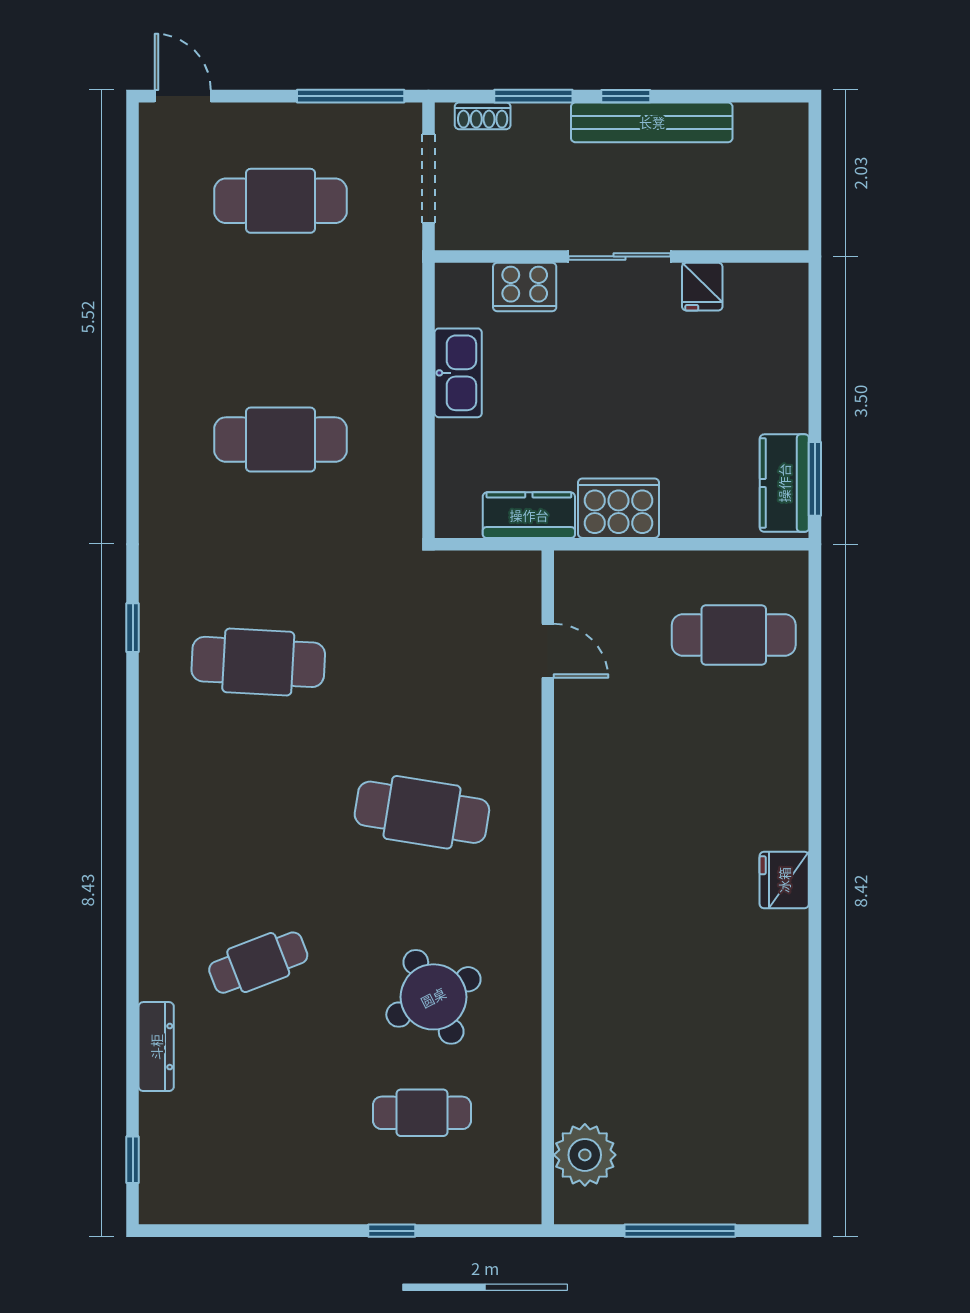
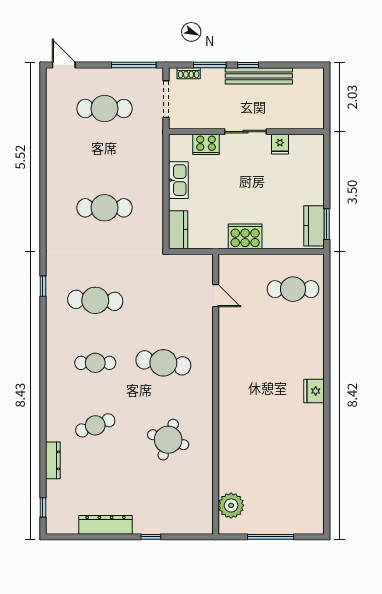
kitchen counter: (529, 515) -> (178, 230), moved, turned 90
round table: (433, 997) -> (168, 440), turned 45
cafe table: (422, 1113) -> (95, 363), moved
dresser: (283, 1202) -> (106, 525), added

